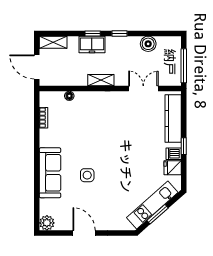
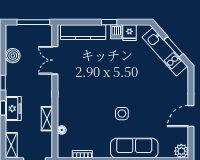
shelving: (101, 80) -> (47, 119), moved
side table: (87, 175) -> (122, 114), moved

